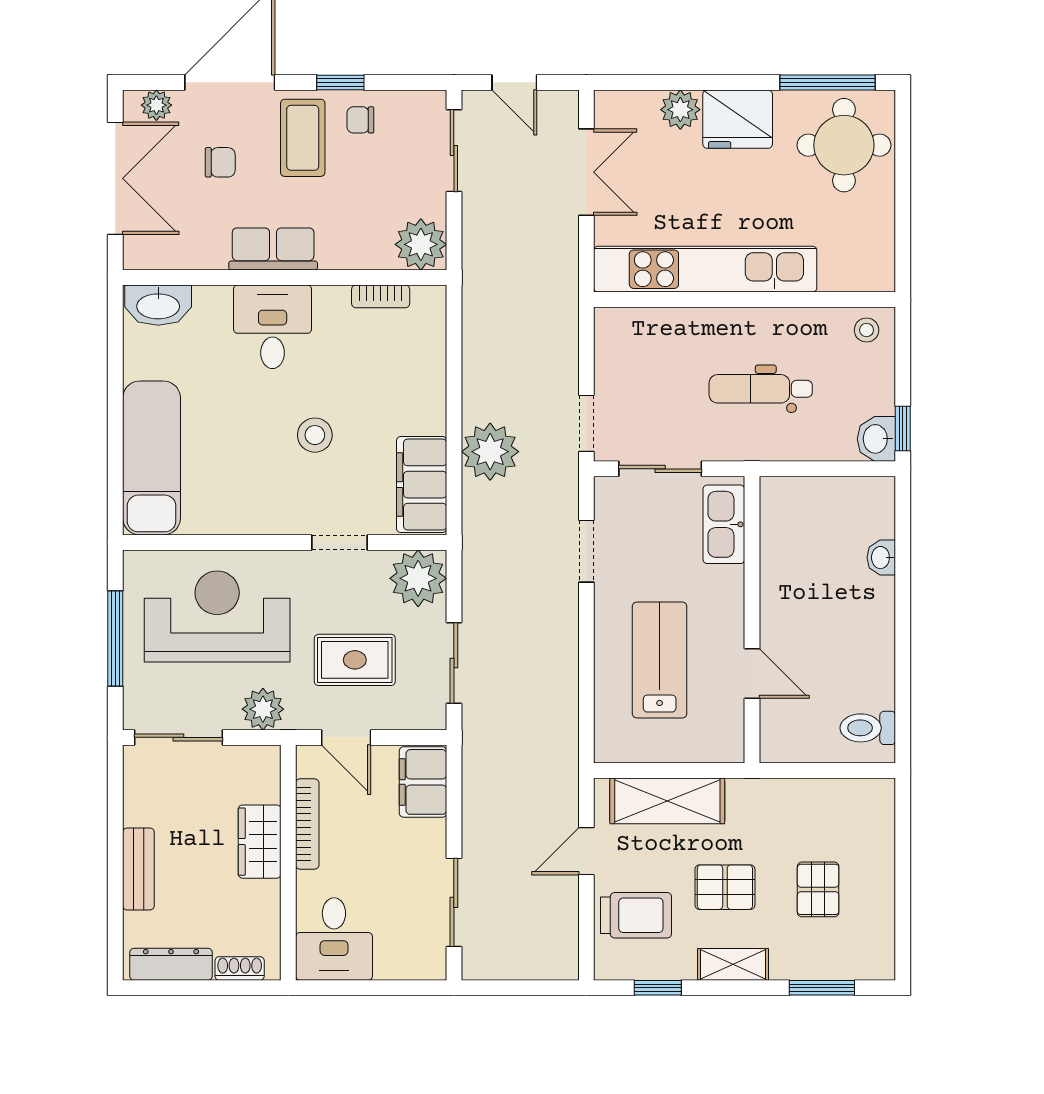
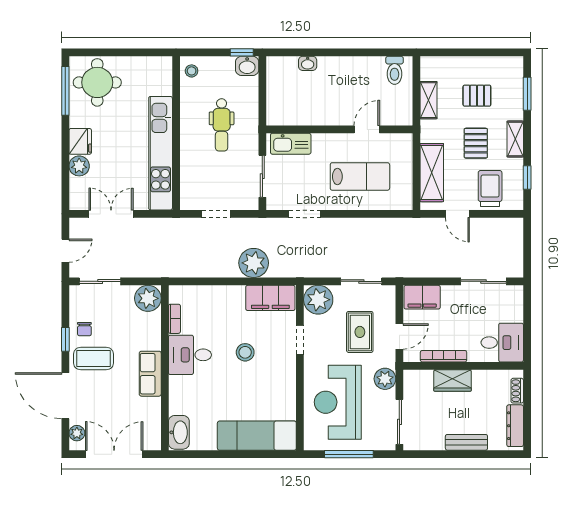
fridge: (738, 119) -> (80, 141), width x0.73, depth x0.75
chair: (220, 162) -> (106, 401), removed
desk: (273, 327) -> (190, 355), moved
doorway: (586, 423) -> (216, 214), moved
lab bench: (660, 660) -> (360, 176), turned 180
shelving: (809, 795) -> (429, 100), added

